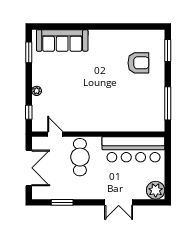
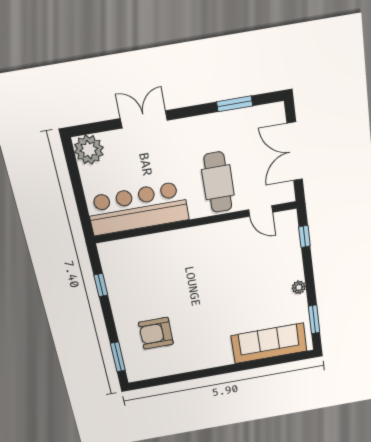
plant: (37, 91) -> (299, 287), moved
window: (168, 103) -> (101, 285), width x0.46

